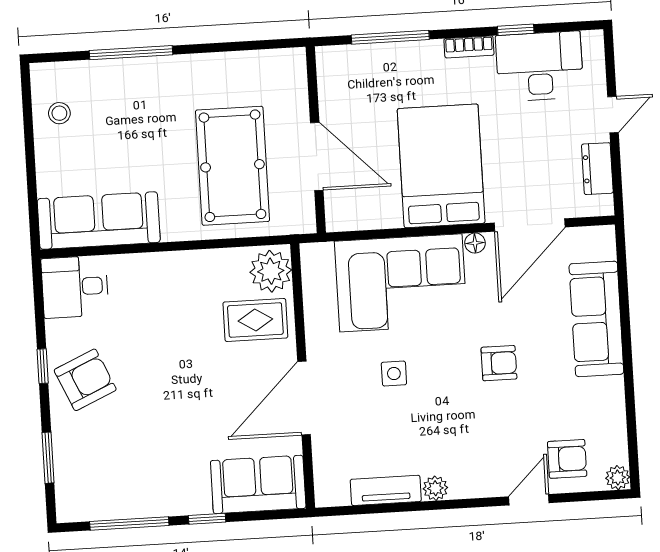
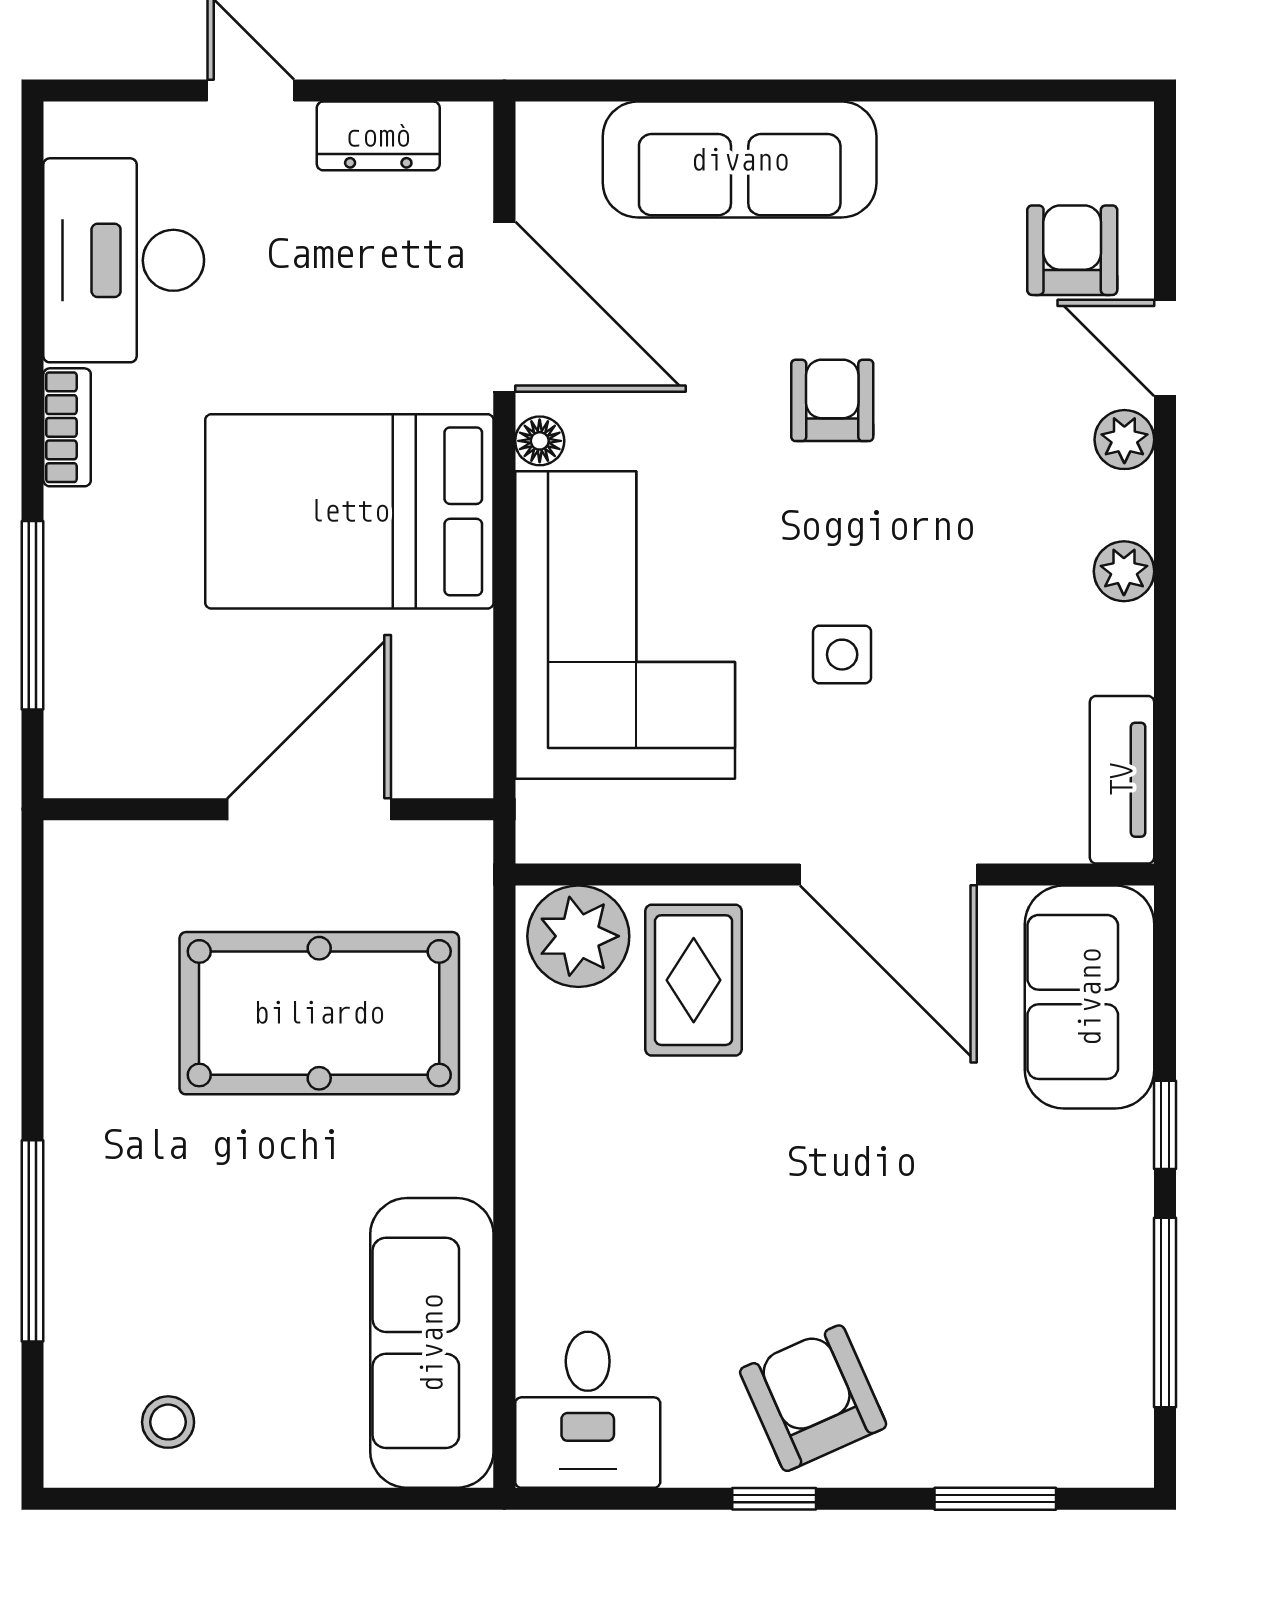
window: (516, 30) -> (33, 312), removed
plant: (618, 478) -> (1124, 440), moved
tv unit: (386, 490) -> (1122, 780), moved

